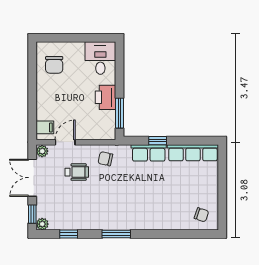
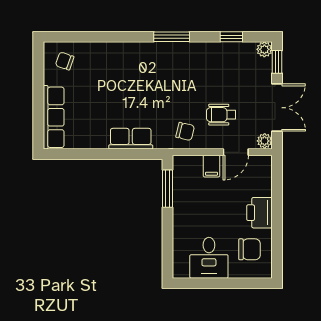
desk: (100, 58) -> (209, 258), moved
chair: (54, 65) -> (249, 249), turned 90
printer: (105, 97) -> (259, 213), moved, turned 180
filing cabinet: (45, 127) -> (211, 166), moved, turned -90
window: (158, 141) -> (120, 154), removed
row of seats: (193, 153) -> (54, 117), moved, turned 90

